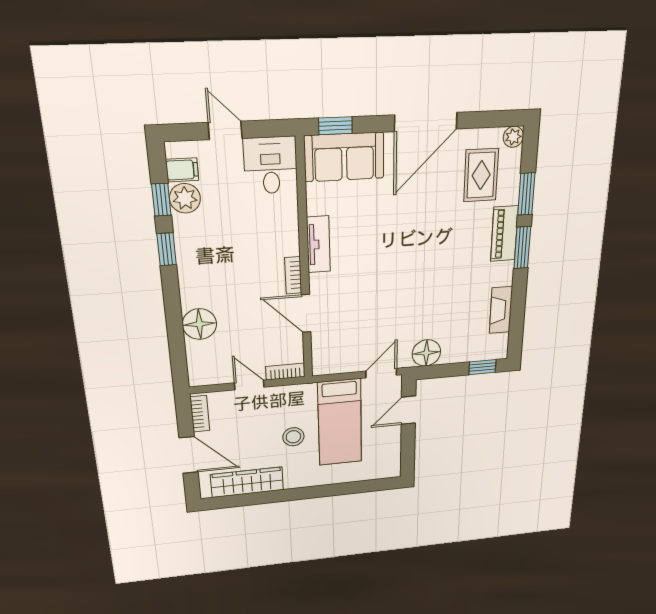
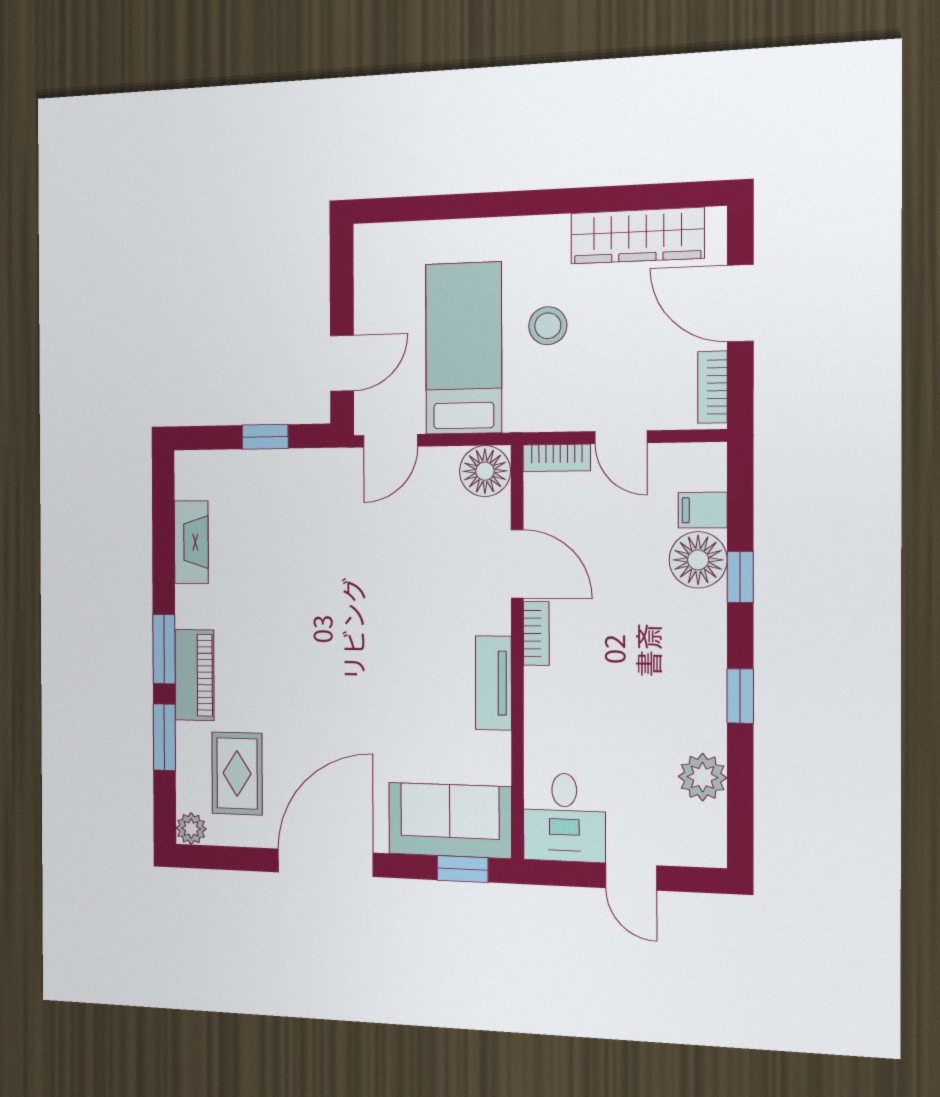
filing cabinet: (182, 170) -> (703, 510), moved
window: (161, 200) -> (740, 577), moved
floor lamp: (426, 353) -> (485, 471), moved
window: (482, 367) -> (265, 437), moved

